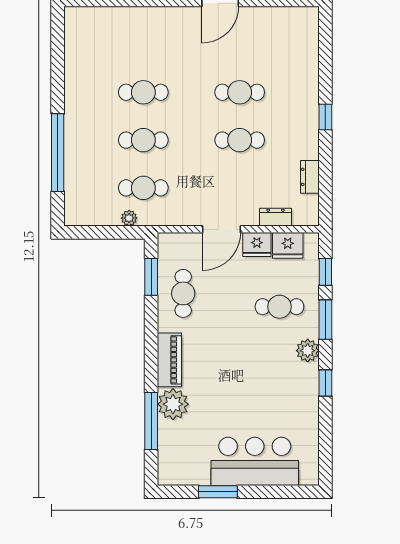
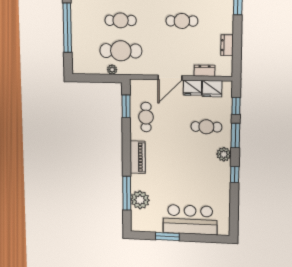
cafe table: (143, 188) -> (121, 51), width x1.37, depth x1.35
plant: (173, 404) -> (140, 200), moved

